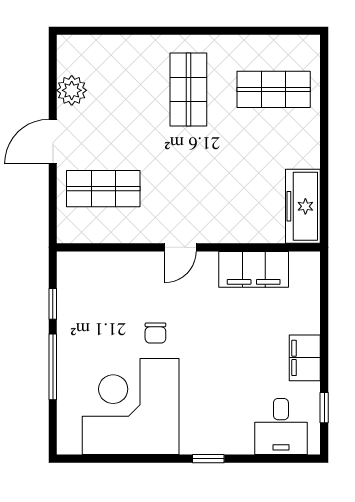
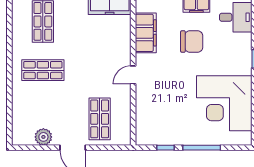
door: (180, 247) -> (133, 75), swing flipped
chair: (155, 333) -> (192, 42), moved, width x1.87, depth x1.87

